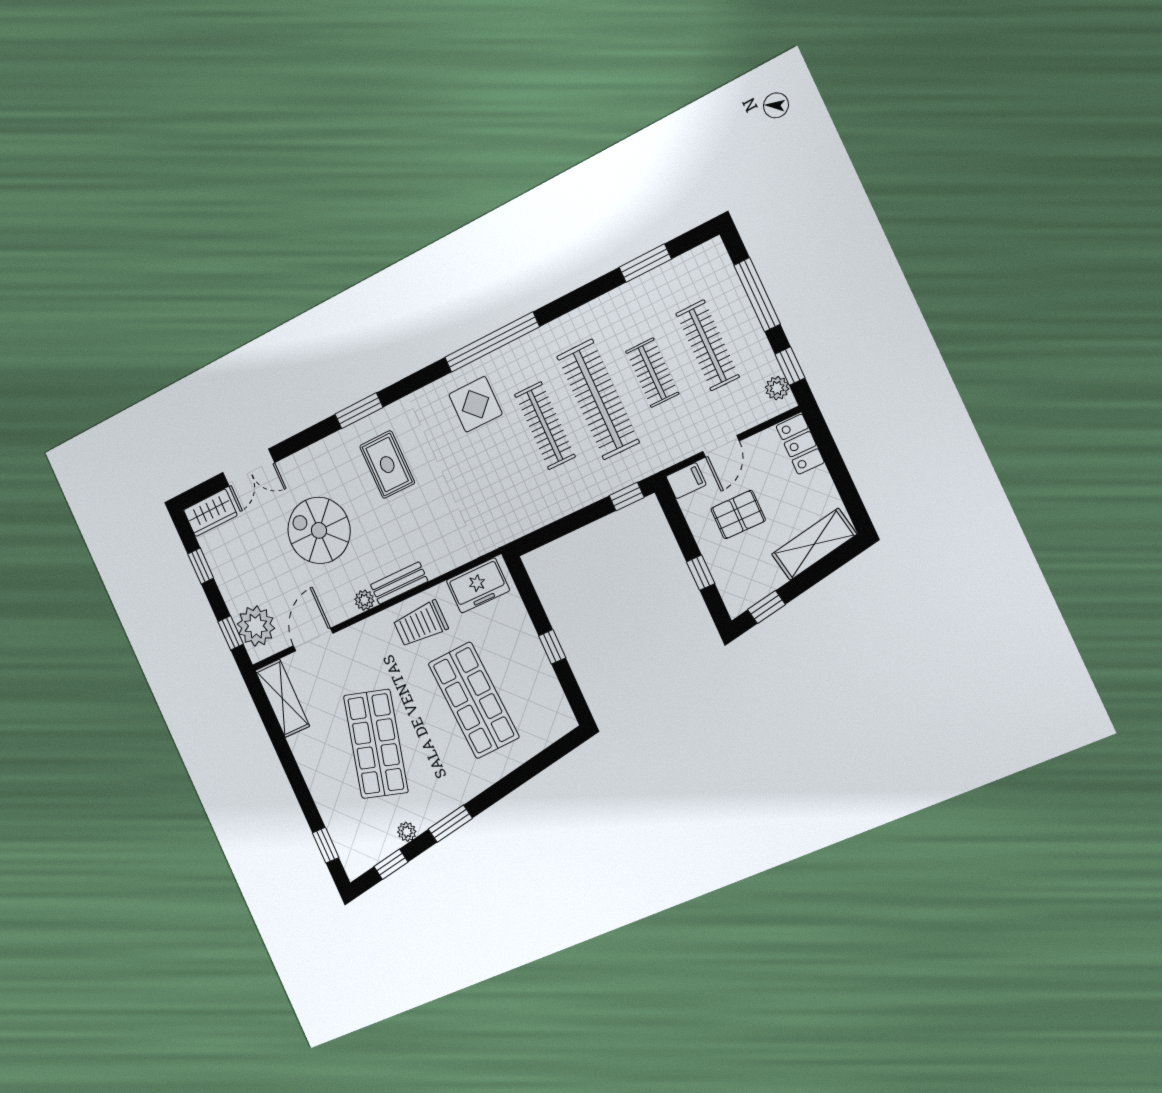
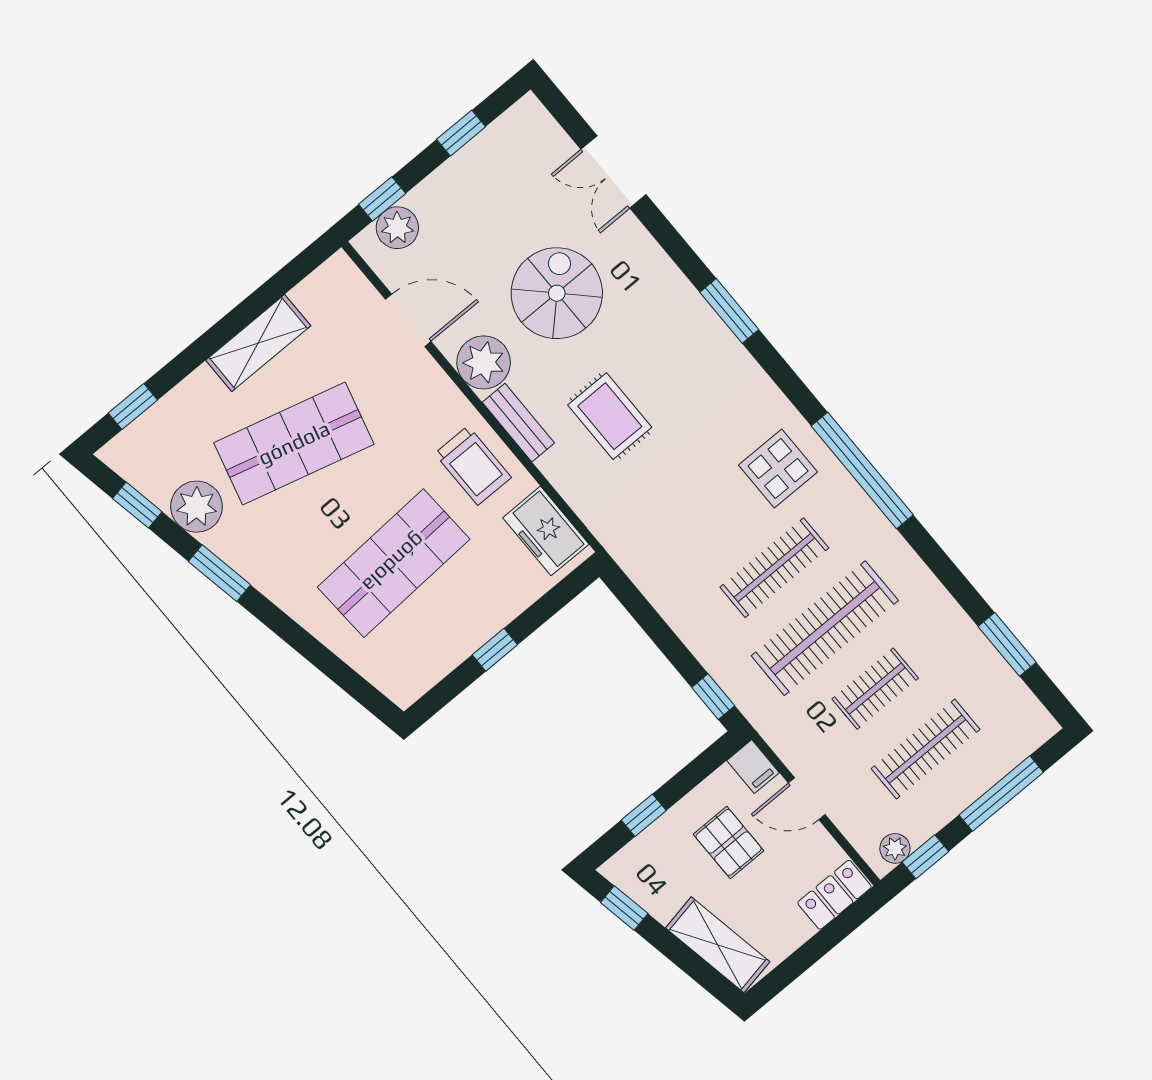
rug: (387, 465) -> (610, 416), moved, turned 90
wardrobe: (210, 513) -> (538, 130), removed
plant: (364, 600) -> (484, 362), width x1.88, depth x1.88
trolley: (421, 624) -> (473, 466), turned 180
plant: (256, 626) -> (397, 228), width x0.73, depth x0.73
shelving: (282, 698) -> (258, 343), moved
plant: (407, 832) -> (197, 507), width x1.87, depth x1.87

